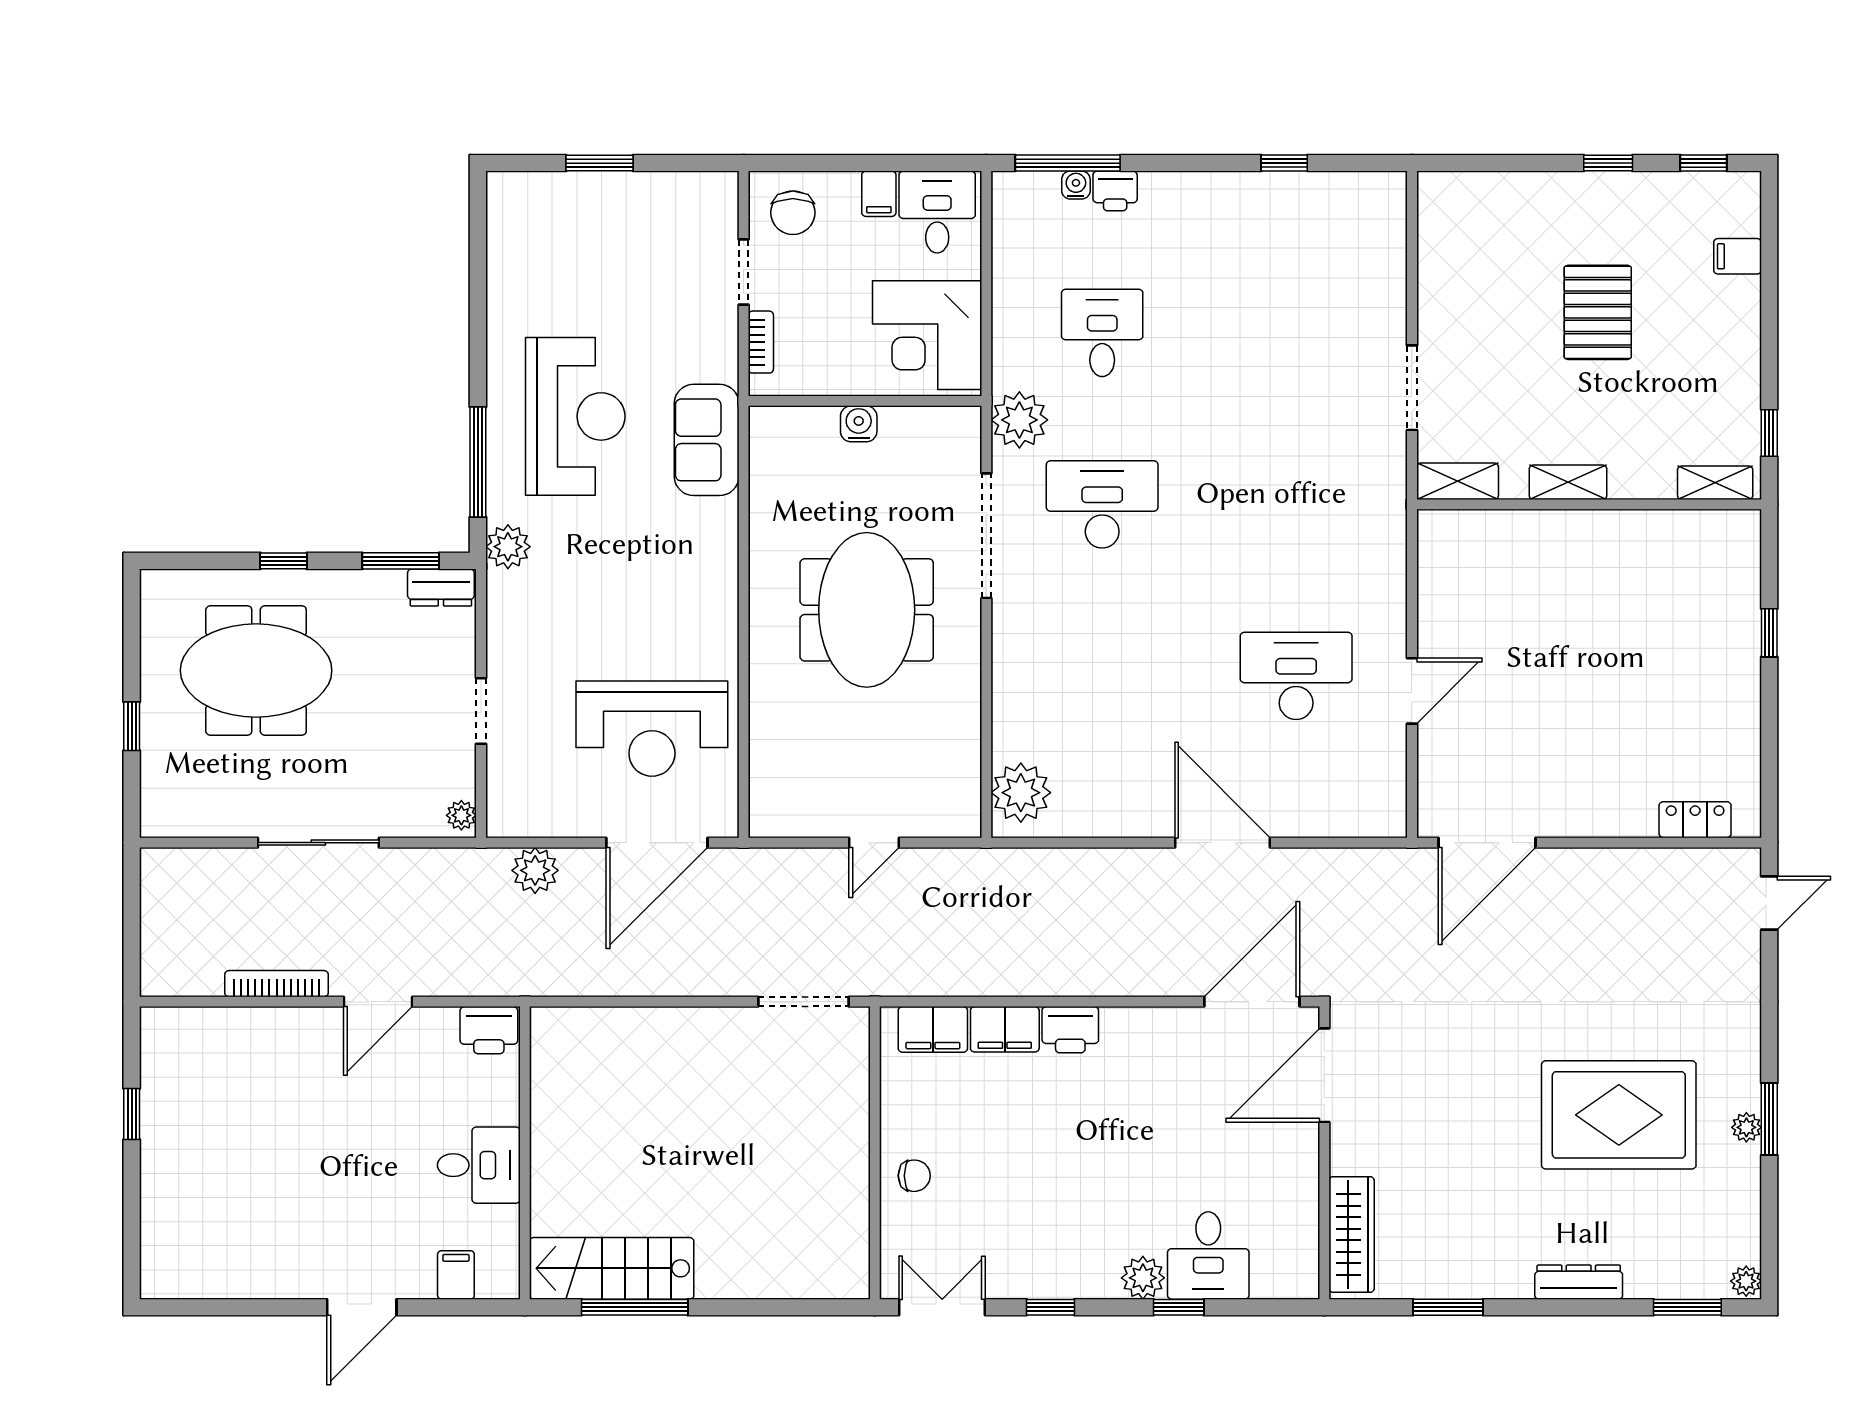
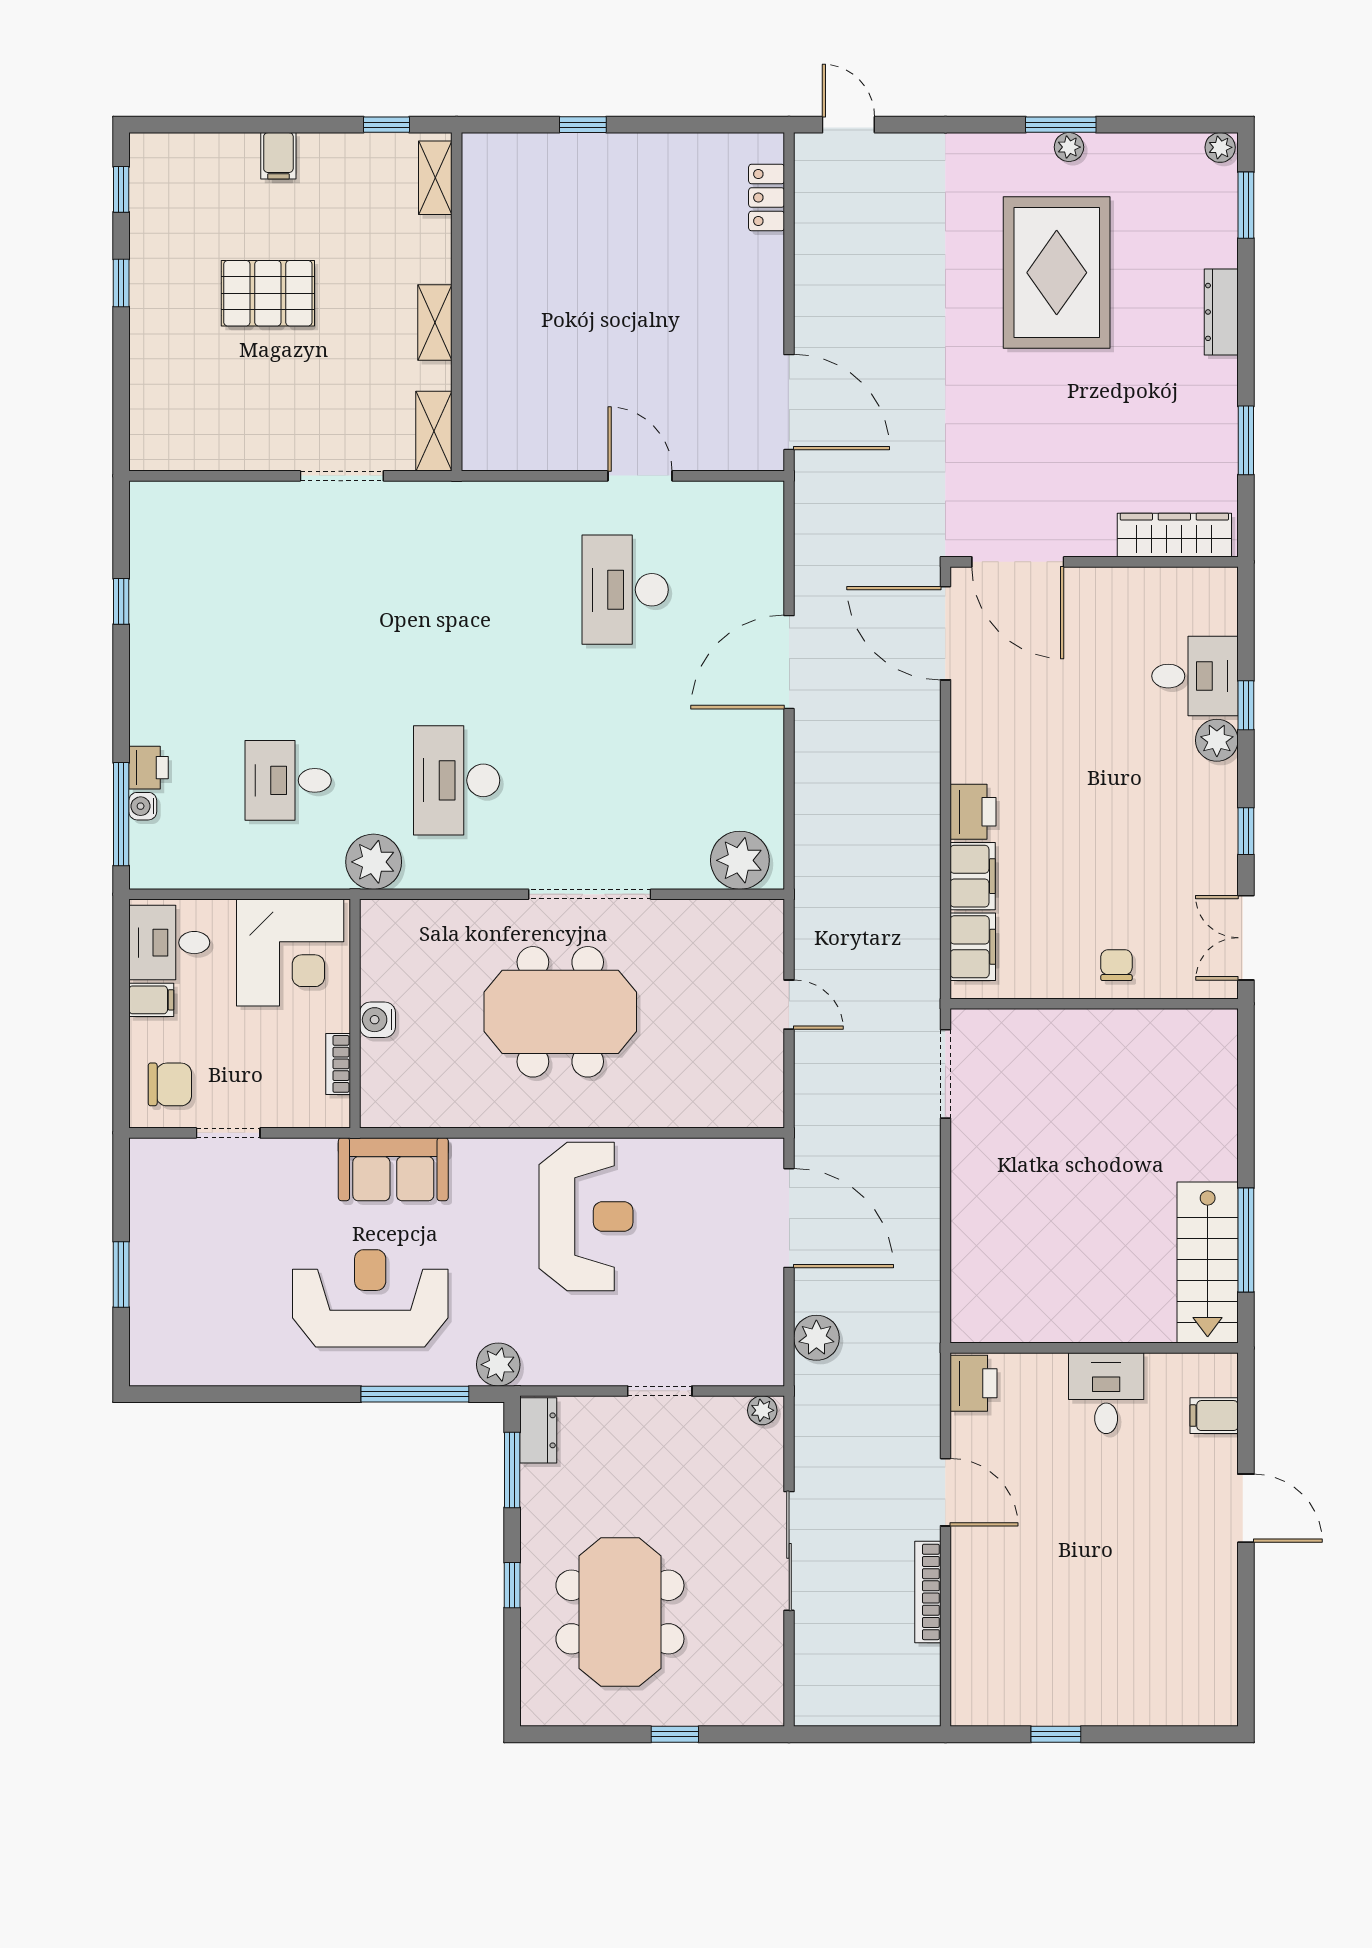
filing cabinet: (1738, 256) -> (278, 156), moved
bookcase: (761, 342) -> (338, 1064), moved, turned -90
doorway: (986, 536) -> (590, 894), moved
reception desk: (652, 729) -> (586, 1216), moved

